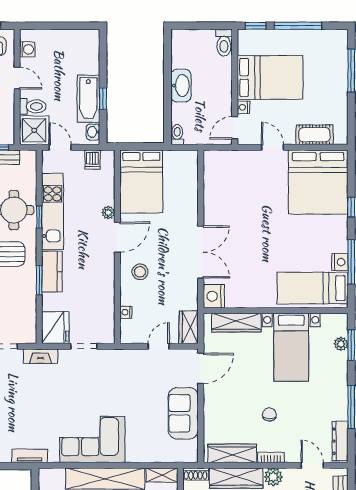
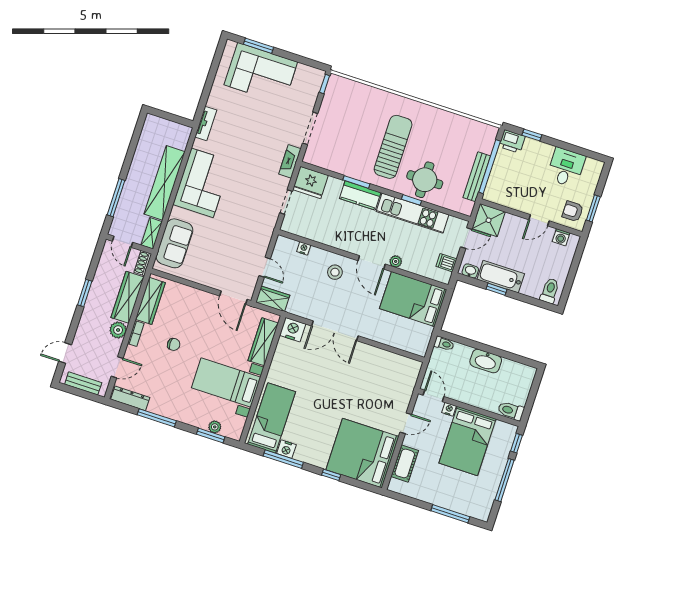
toilet: (33, 106) -> (550, 291), moved, turned 180
sofa: (183, 413) -> (175, 243), moved, turned 90

